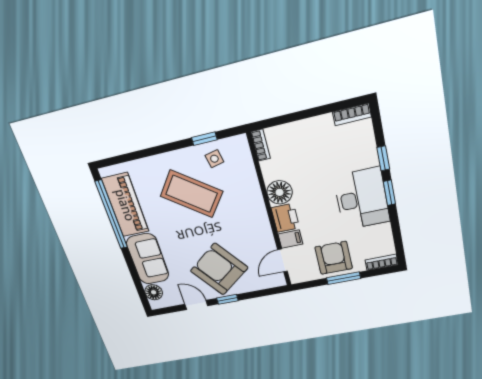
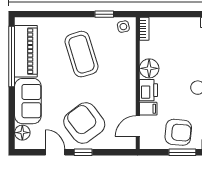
side table: (214, 159) -> (123, 27), moved
coffee table: (191, 194) -> (81, 54), turned 36
armchair: (334, 258) -> (178, 132), turned 95

